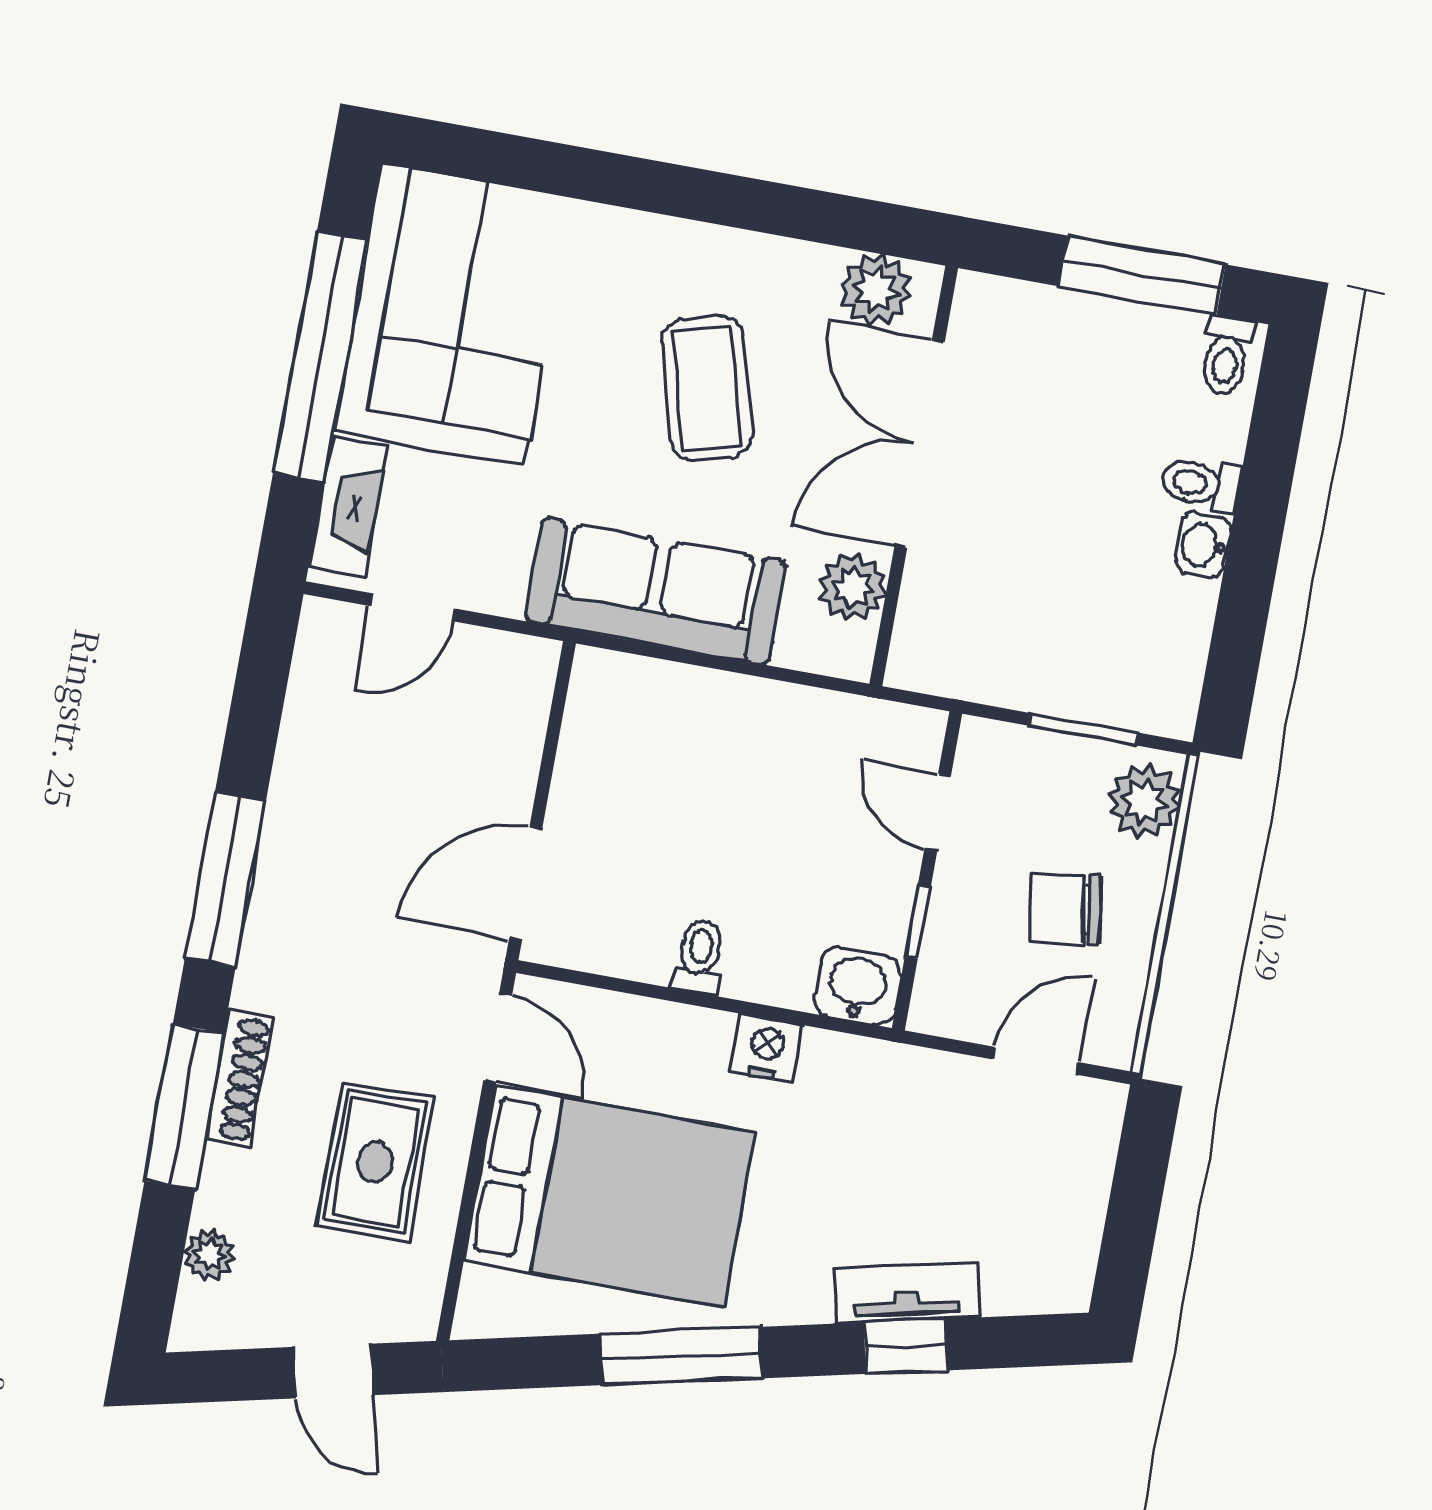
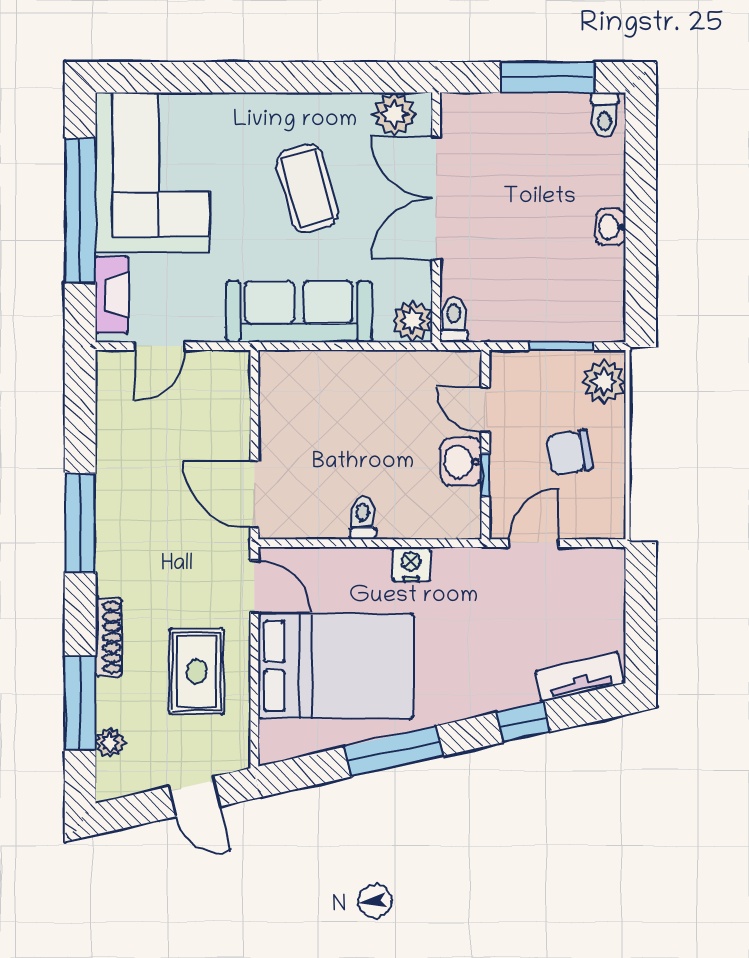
toilet: (1200, 484) -> (454, 320), moved, turned 90
plant: (853, 587) -> (412, 321), moved
door: (526, 884) -> (254, 494), hinge flipped
washbasin: (857, 986) -> (461, 462), moved, turned -90
door: (1035, 1061) -> (534, 543), moved
window: (184, 1107) -> (80, 703), moved
tv unit: (907, 1293) -> (580, 677), moved

